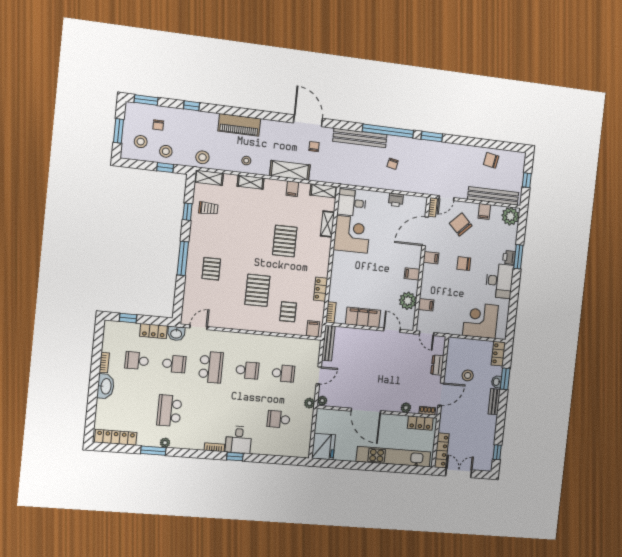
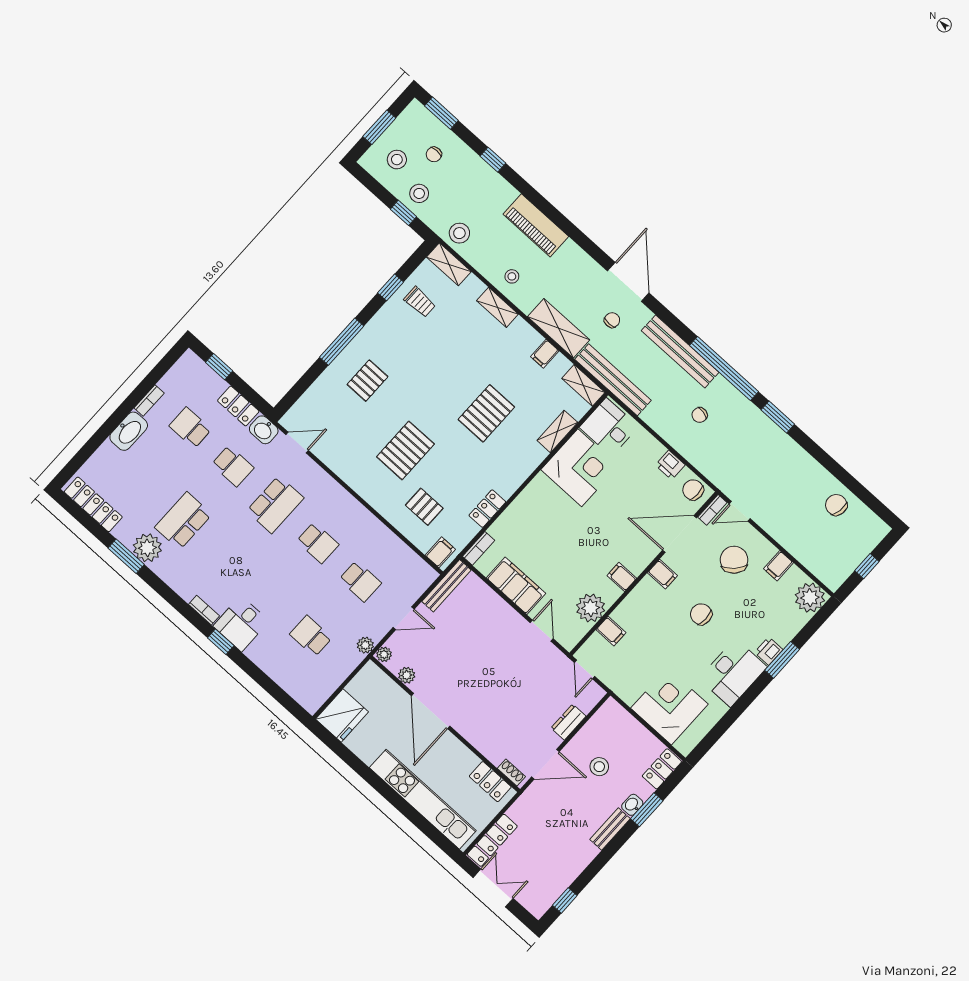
bench: (493, 196) -> (613, 380), moved
chair: (416, 204) -> (693, 490), added
pallet: (288, 312) -> (424, 507), turned 90
plant: (406, 408) -> (407, 675), moved
plant: (165, 443) -> (147, 548), width x1.88, depth x1.88

